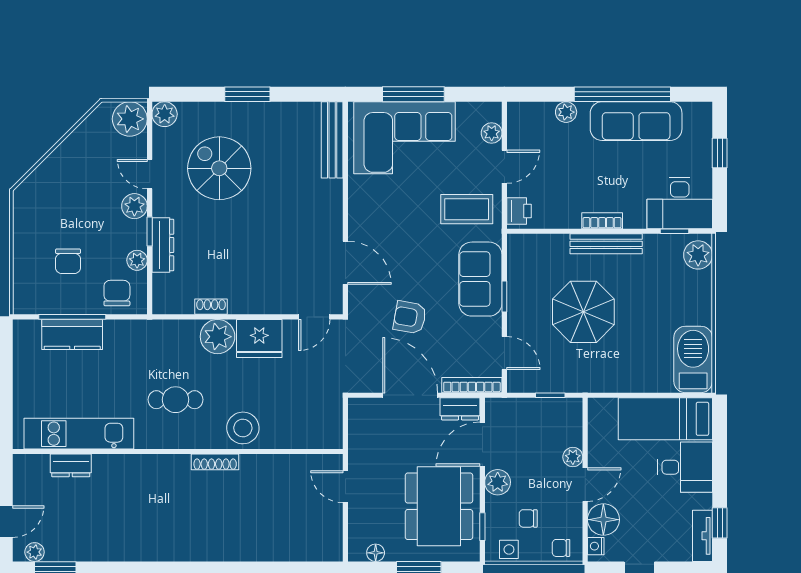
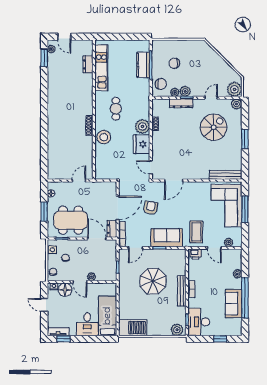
sofa: (636, 121) -> (234, 304), width x0.73
plant: (134, 206) -> (185, 91), moved
plant: (498, 482) -> (81, 245), removed

